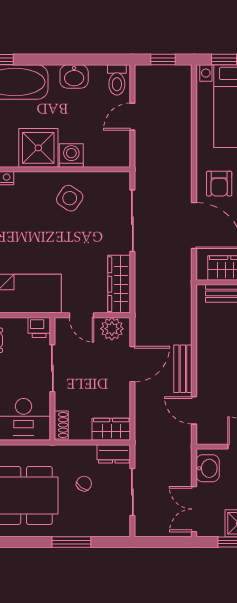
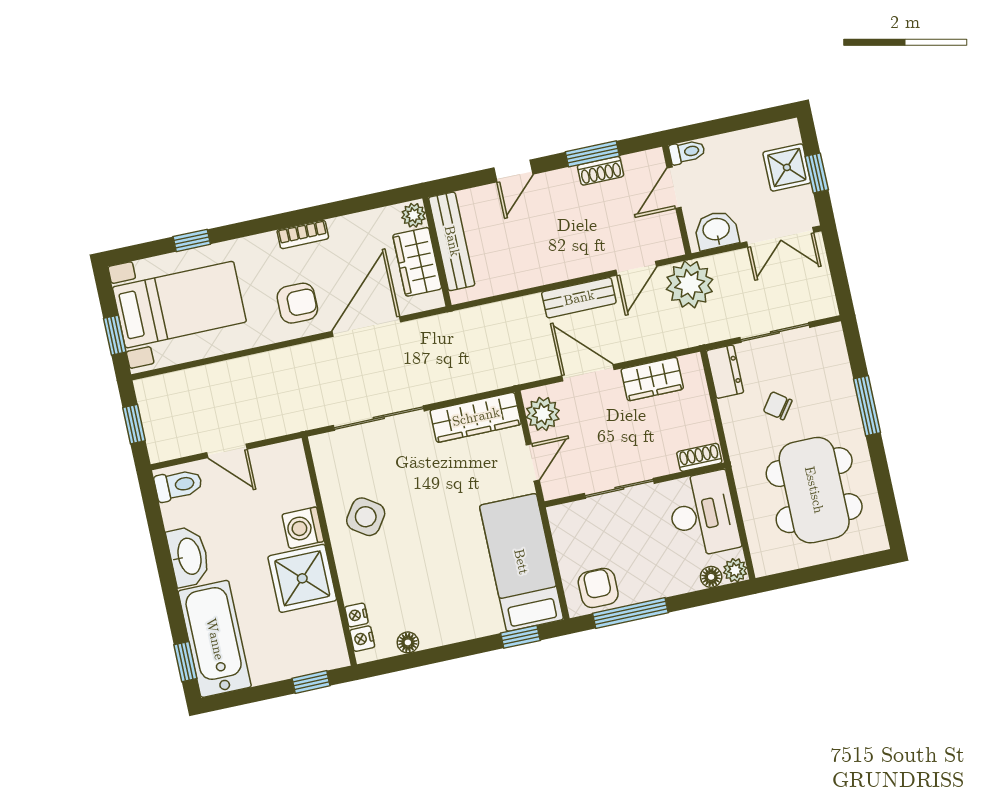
washbasin: (74, 77) -> (188, 556), width x1.38
printer: (39, 327) -> (564, 520), removed
wardrobe: (111, 429) -> (652, 379), moved, turned -90
plant: (176, 443) -> (690, 284), added

